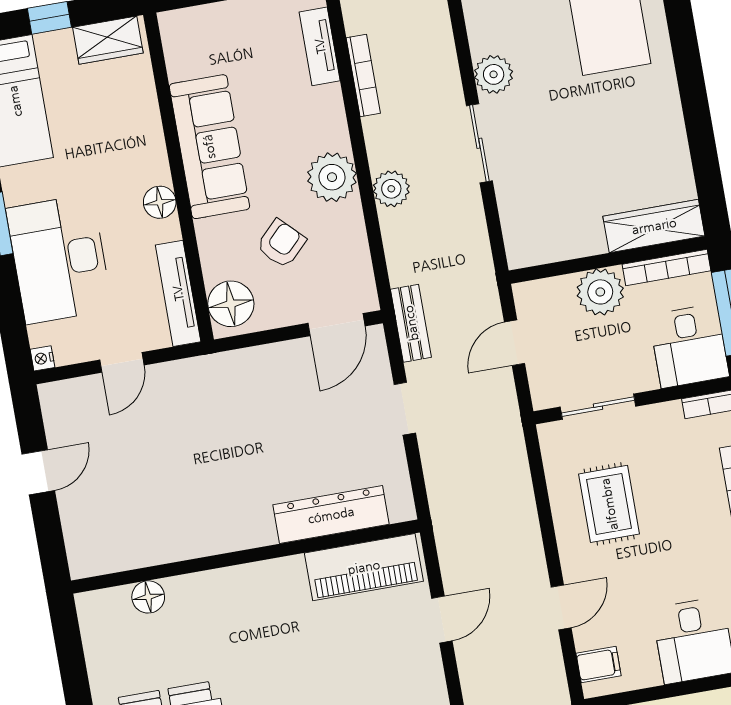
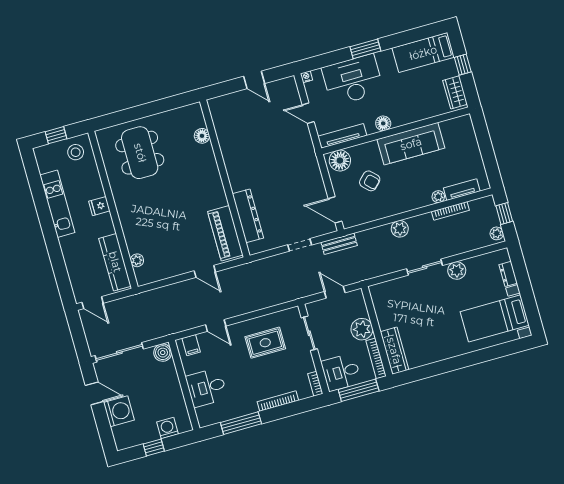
plant: (332, 177) -> (438, 197), moved, width x0.53, depth x0.53

